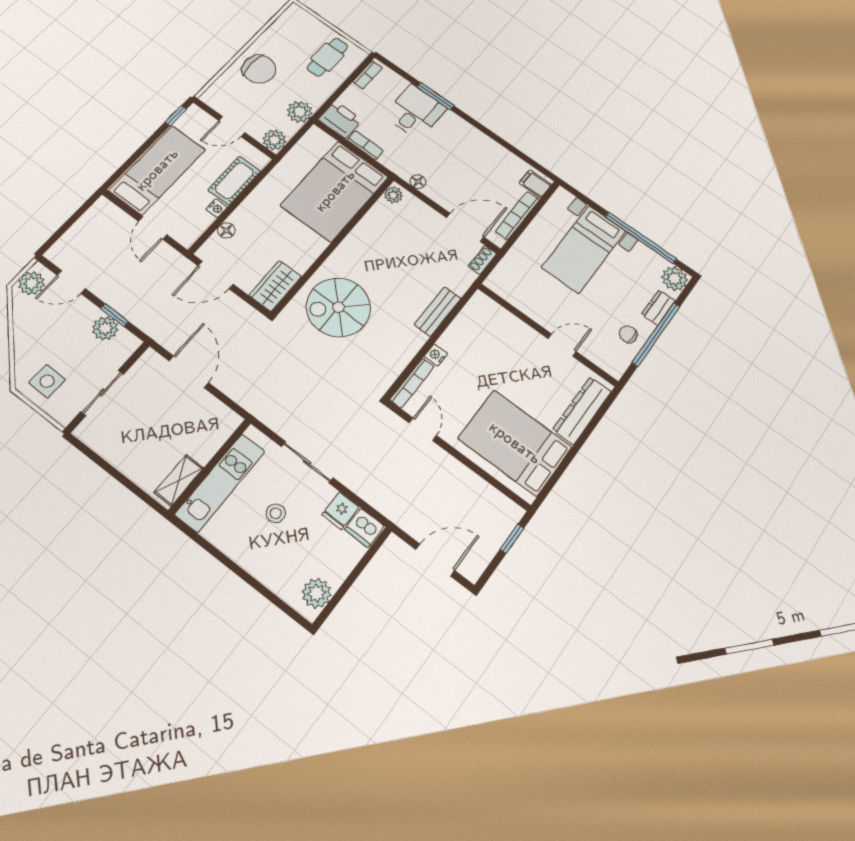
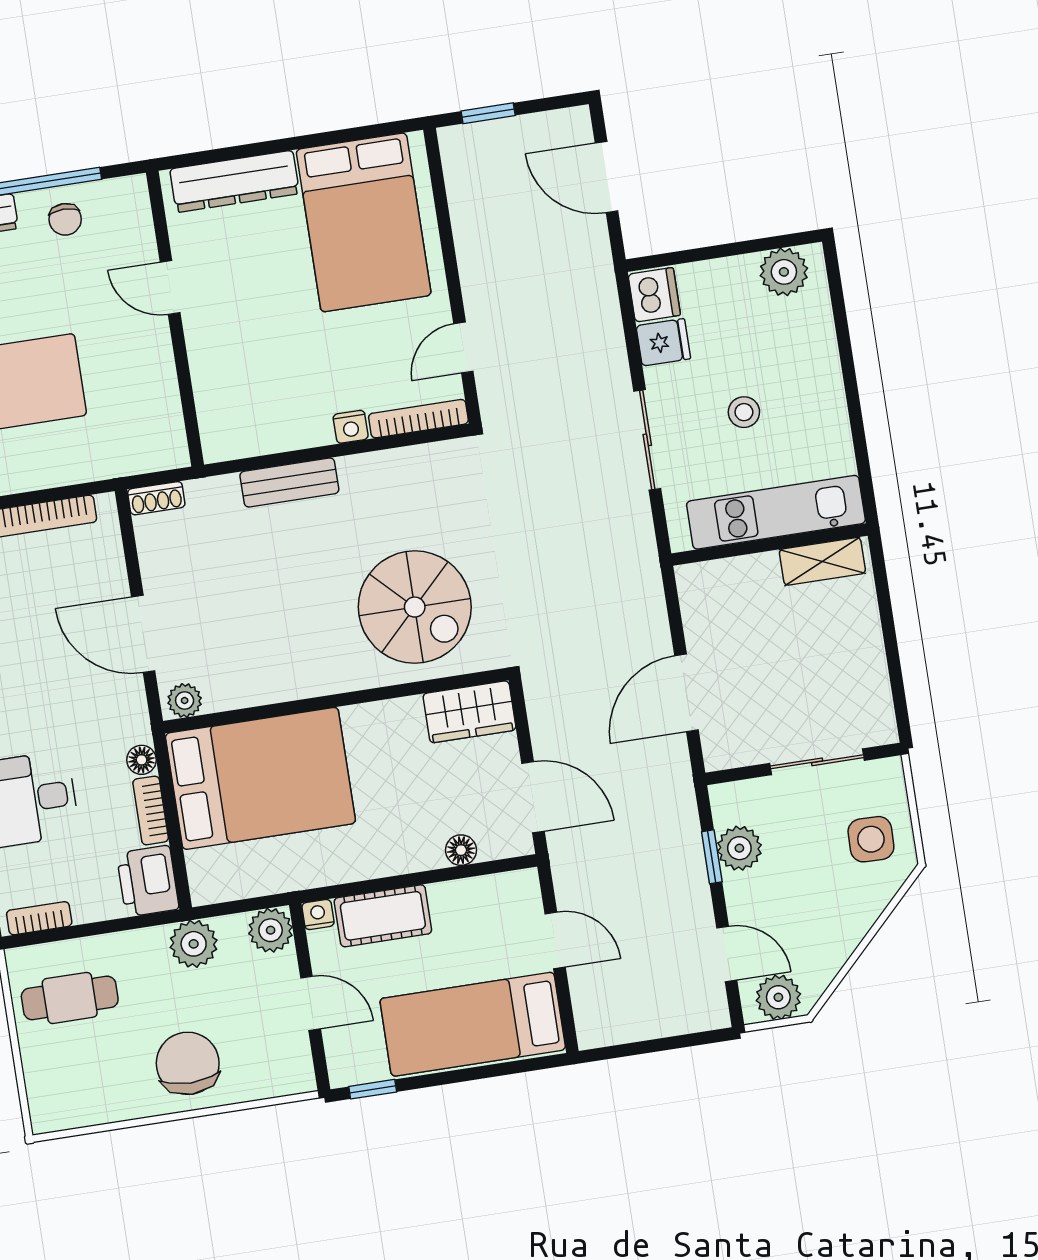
floor lamp: (418, 182) -> (142, 760), moved
nightstand: (217, 208) -> (318, 914), moved
door: (465, 227) -> (143, 634), moved
door: (153, 228) -> (555, 940), hinge flipped

